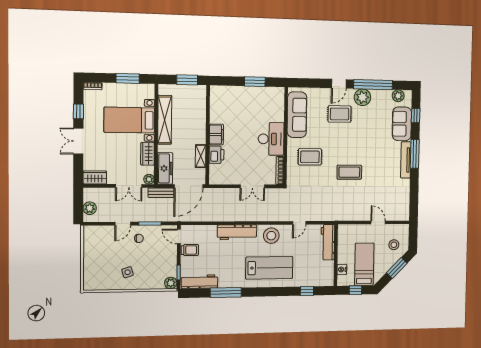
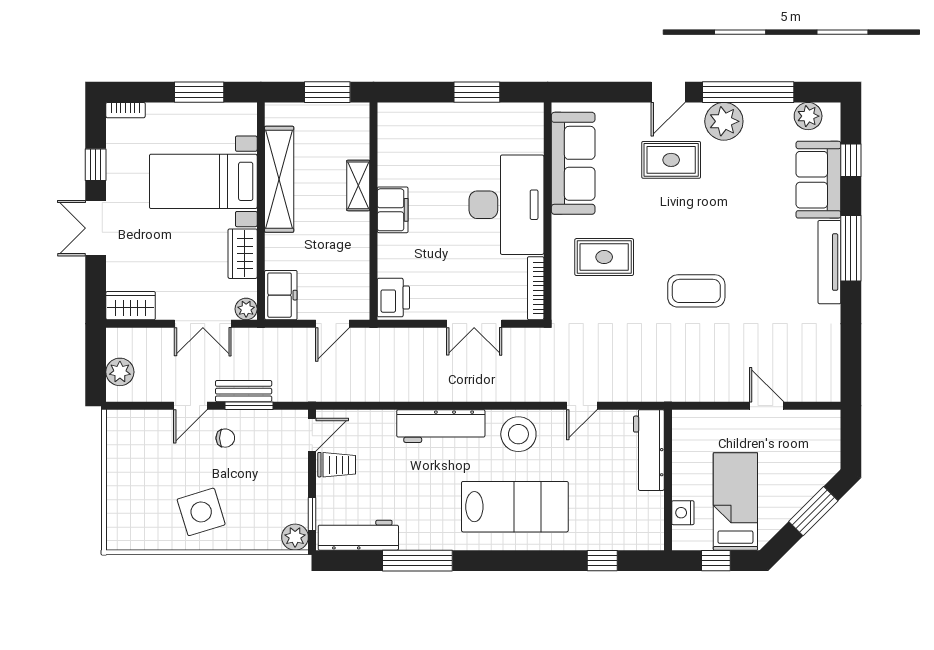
desk: (271, 139) -> (506, 205), width x1.36, depth x1.30
printer: (217, 155) -> (393, 298), moved
shelving: (201, 156) -> (358, 185), moved
freezer: (165, 168) -> (281, 295), width x0.71
door: (189, 186) -> (332, 324), width x0.53
bench: (161, 193) -> (244, 391), moved
door: (179, 237) -> (312, 435), swing flipped
stool: (394, 245) -> (805, 457), removed
side table: (128, 272) -> (201, 512), width x1.87, depth x1.87

